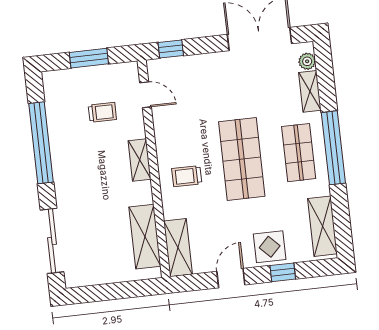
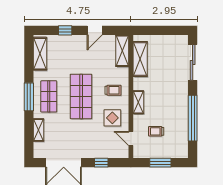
window: (171, 49) -> (101, 163), moved
plant: (307, 61) -> (38, 147), removed
window: (333, 148) -> (29, 97), width x0.68
display table: (270, 247) -> (112, 118), moved

